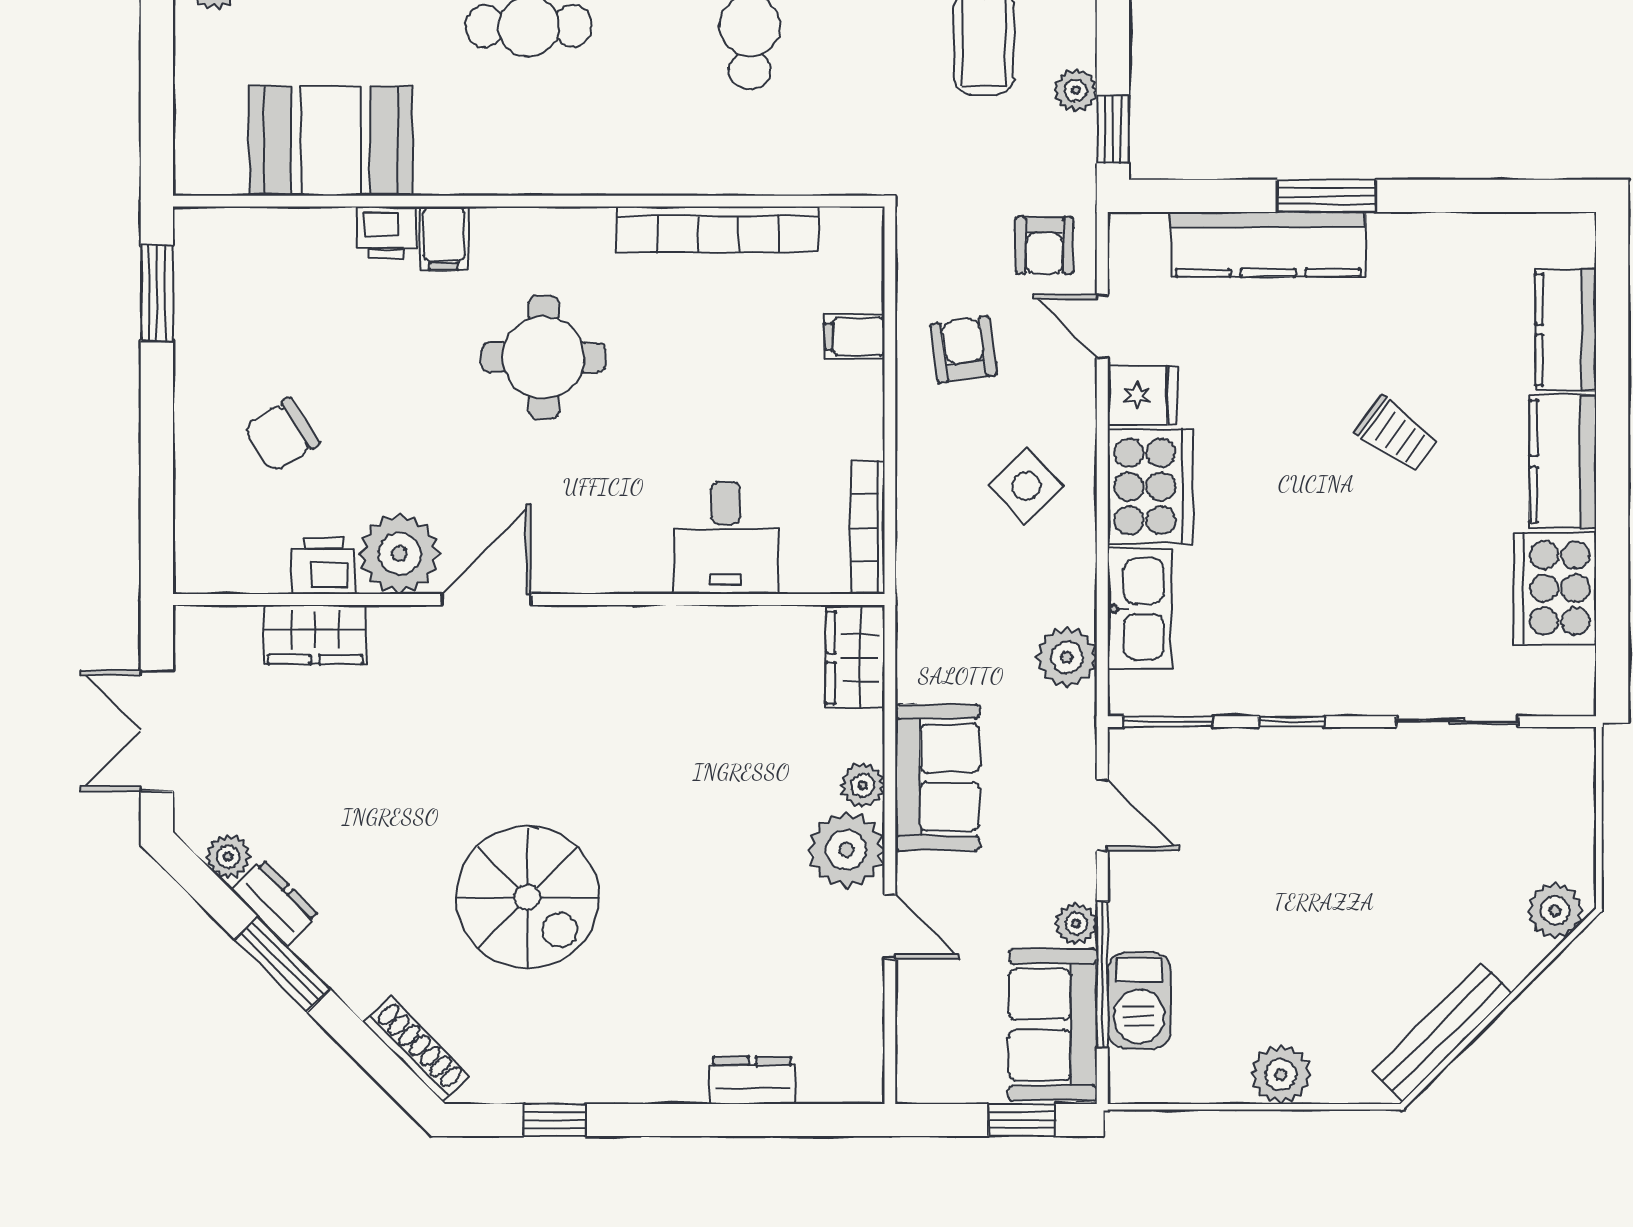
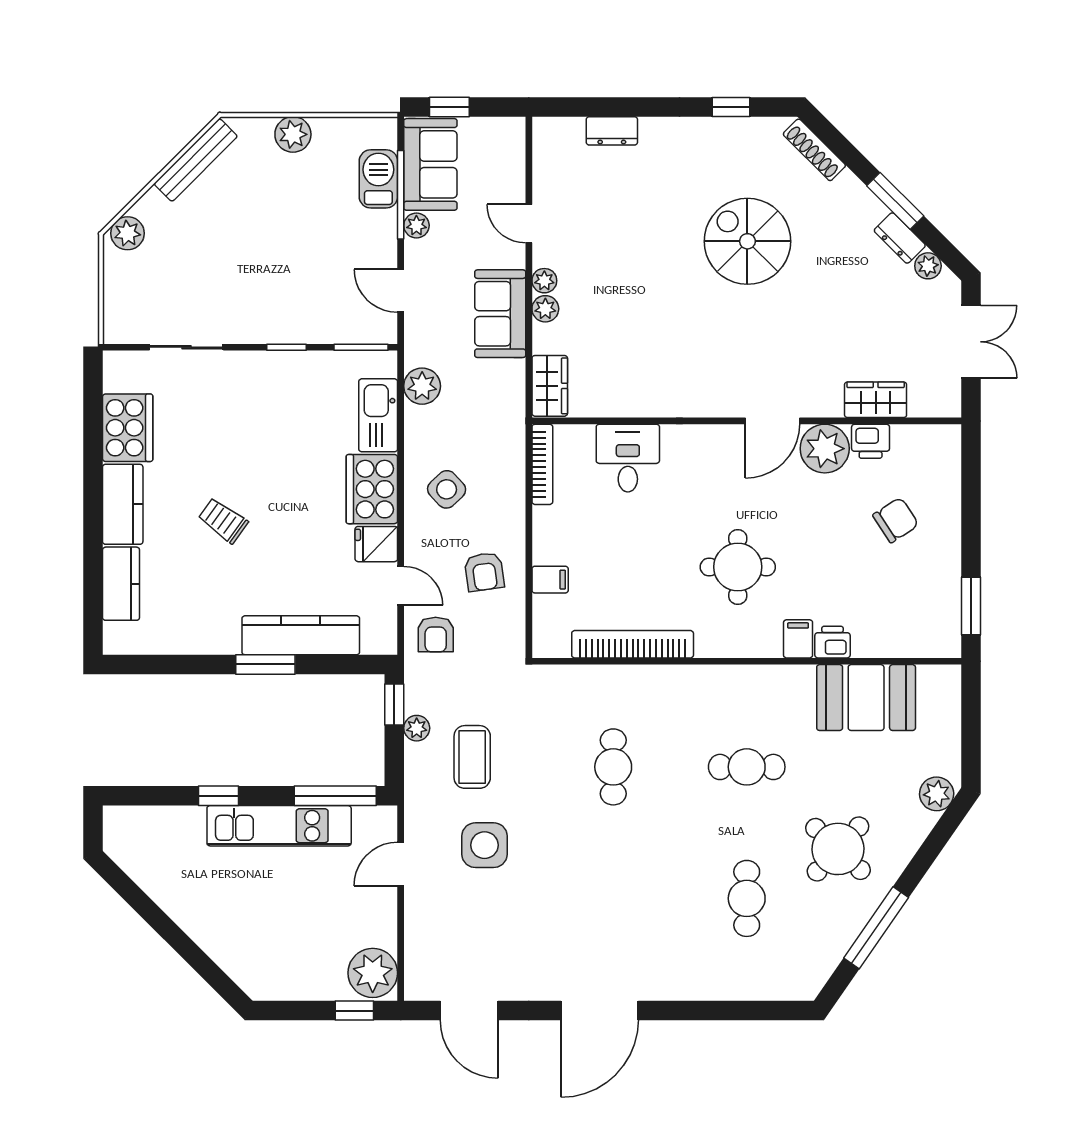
armchair: (1044, 245) -> (436, 635), turned 180
plant: (846, 850) -> (544, 281), width x0.53, depth x0.53

